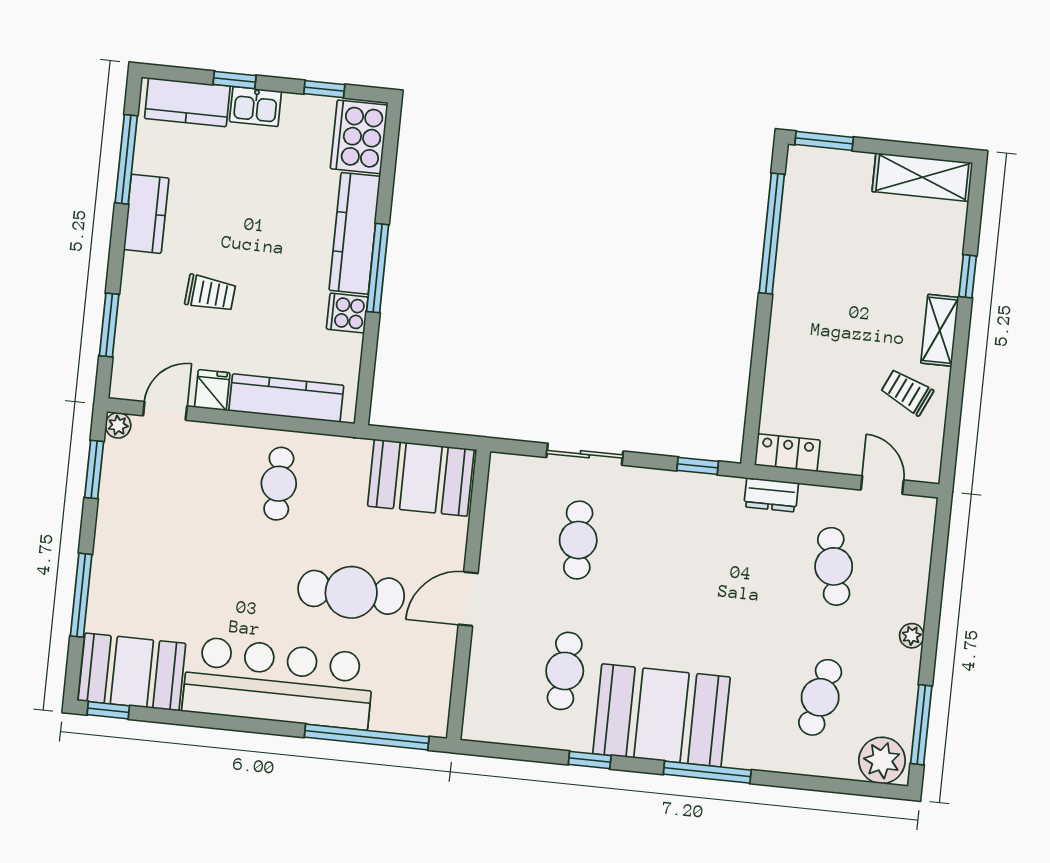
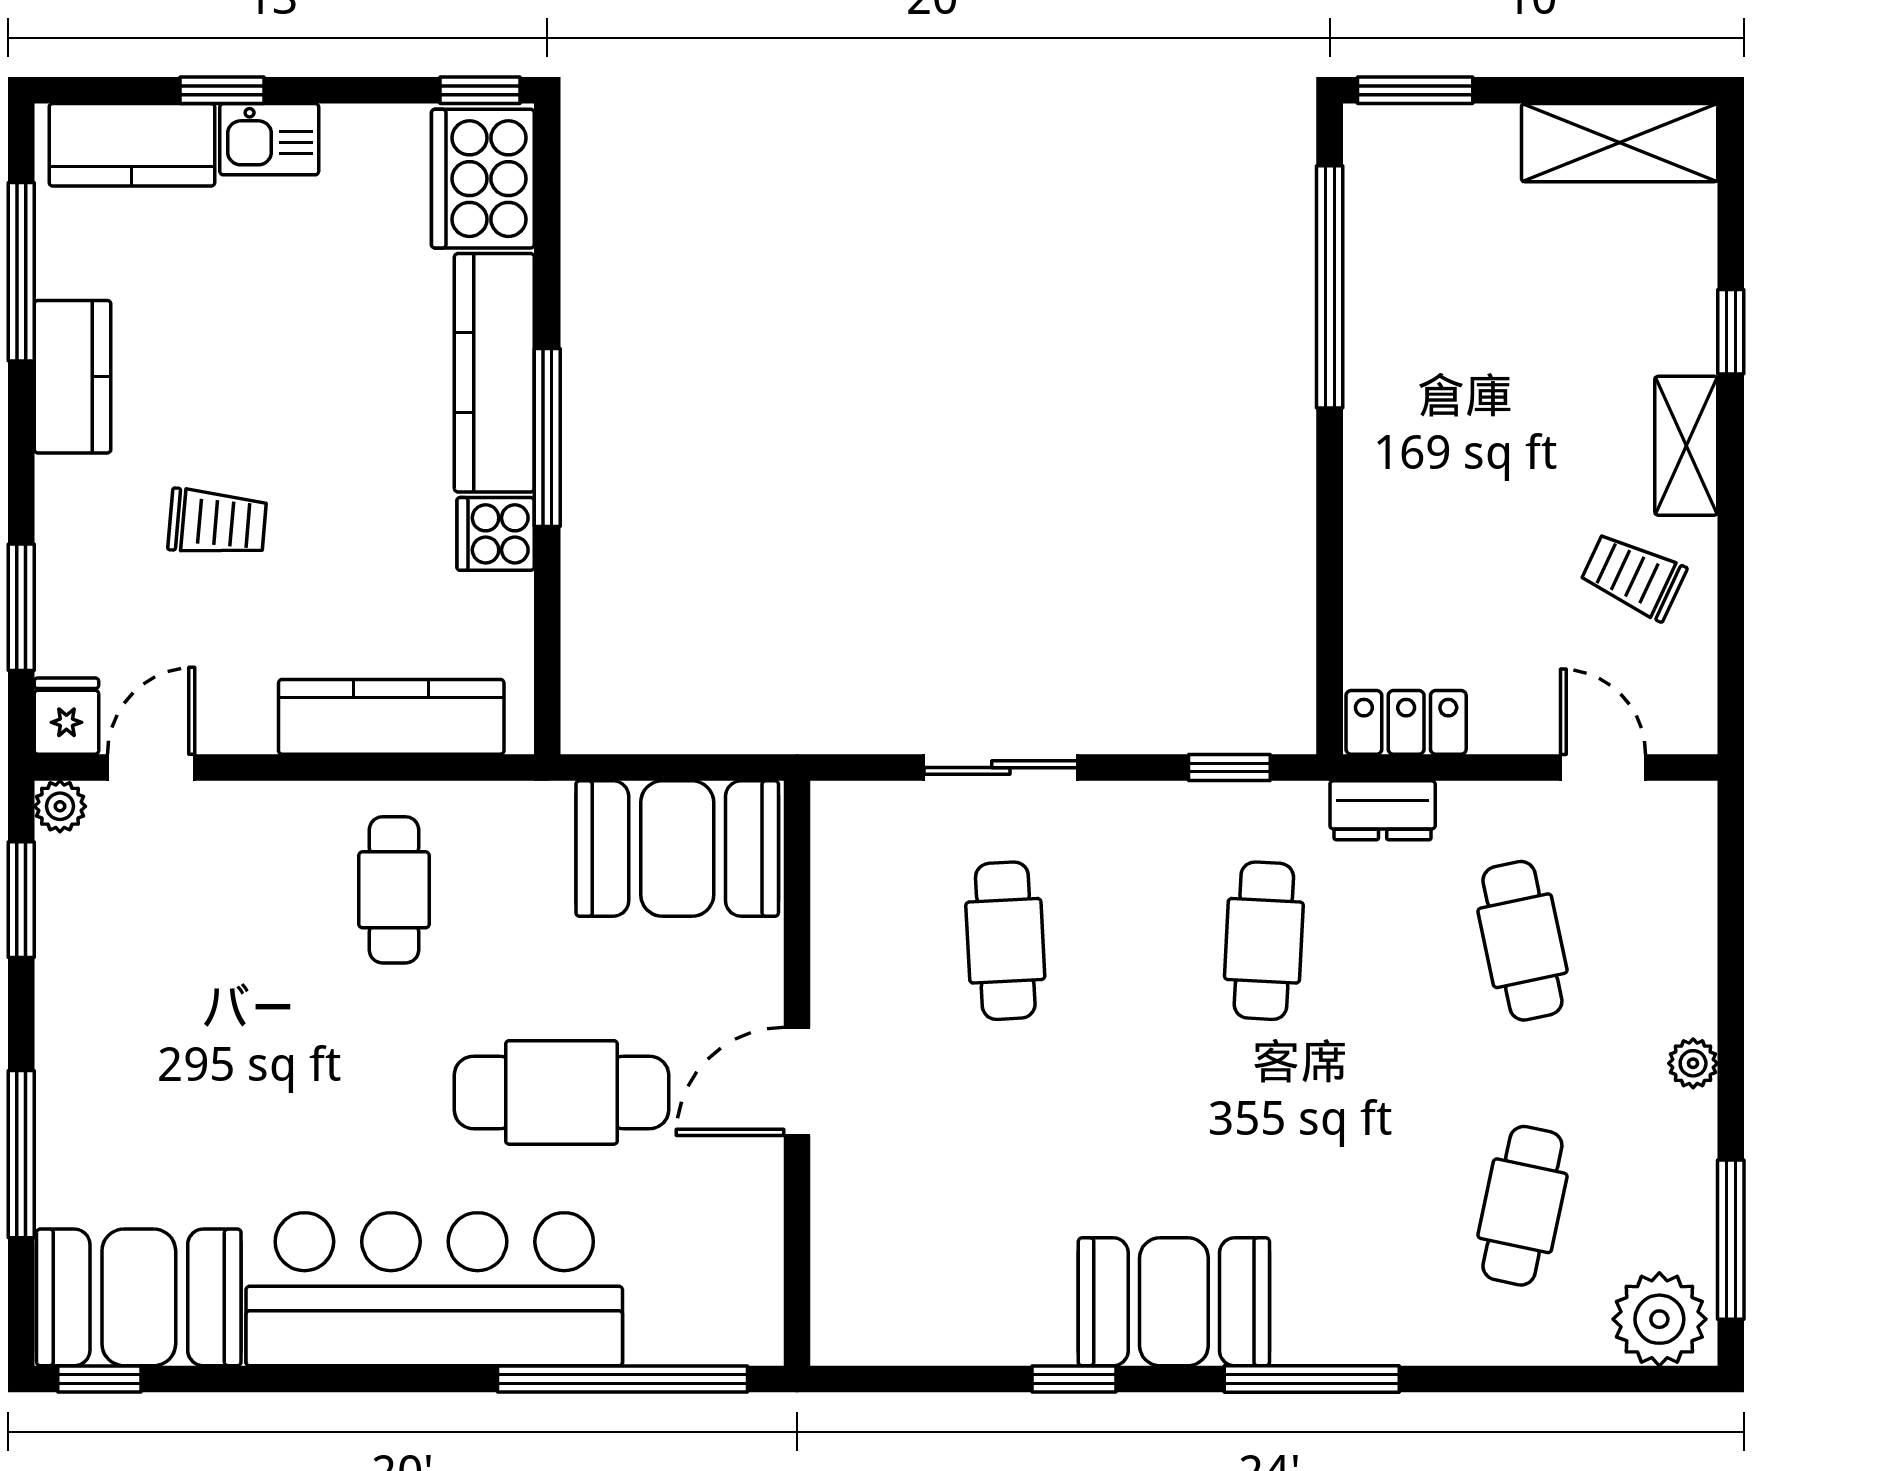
window: (324, 89) -> (480, 90), moved
fridge: (212, 390) -> (66, 716), moved
cafe table: (565, 671) -> (1264, 941), moved
booth: (661, 715) -> (1174, 1302), width x0.73, depth x0.70

